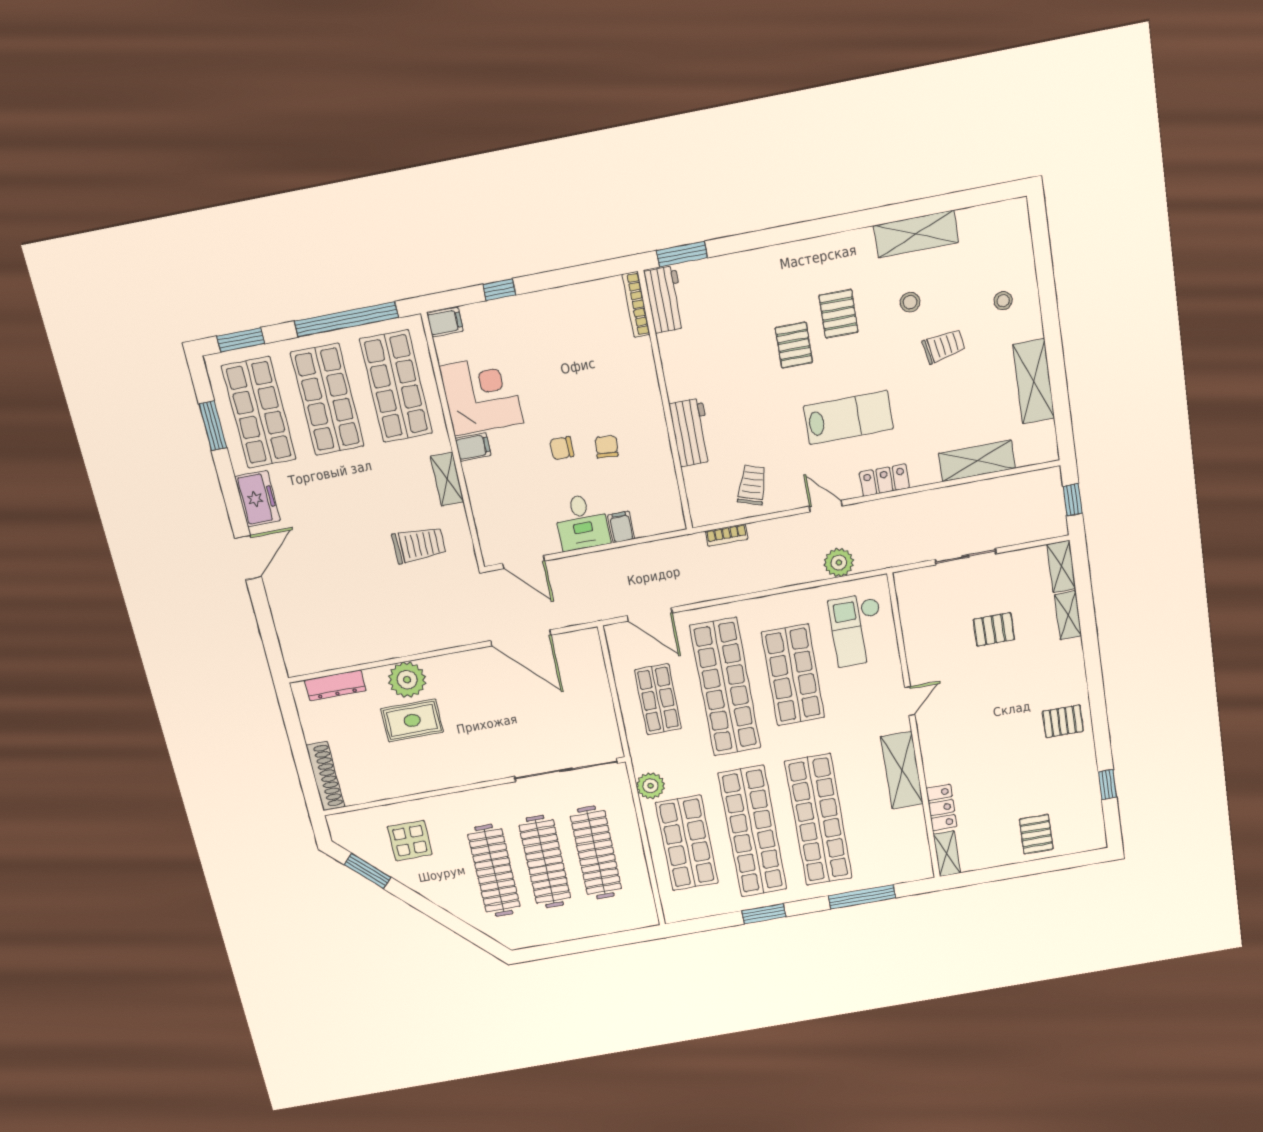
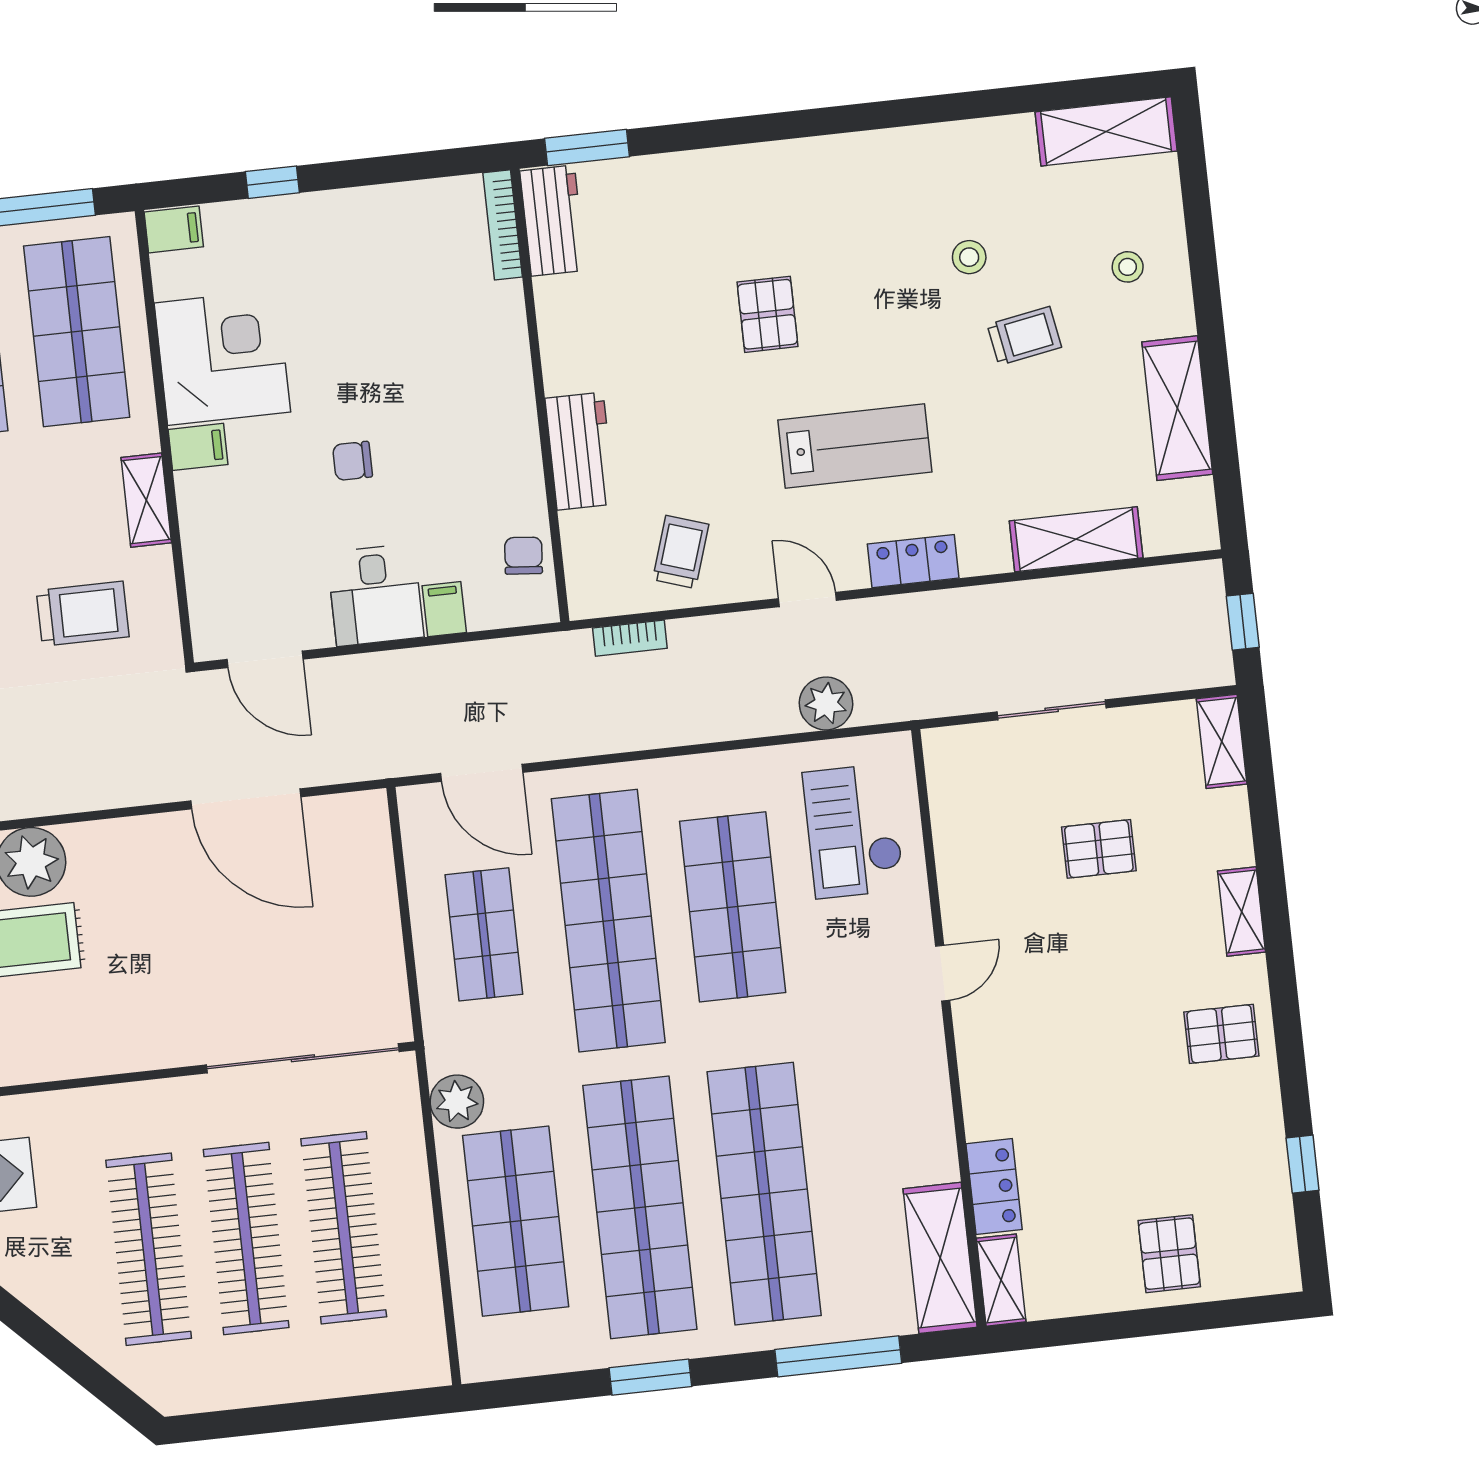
shelving: (916, 234) -> (1106, 131), moved
pallet: (839, 314) -> (847, 267), removed
chair: (607, 447) -> (524, 556), moved
shelving: (1068, 615) -> (1242, 912), moved
shelving: (902, 770) -> (940, 1258), moved

